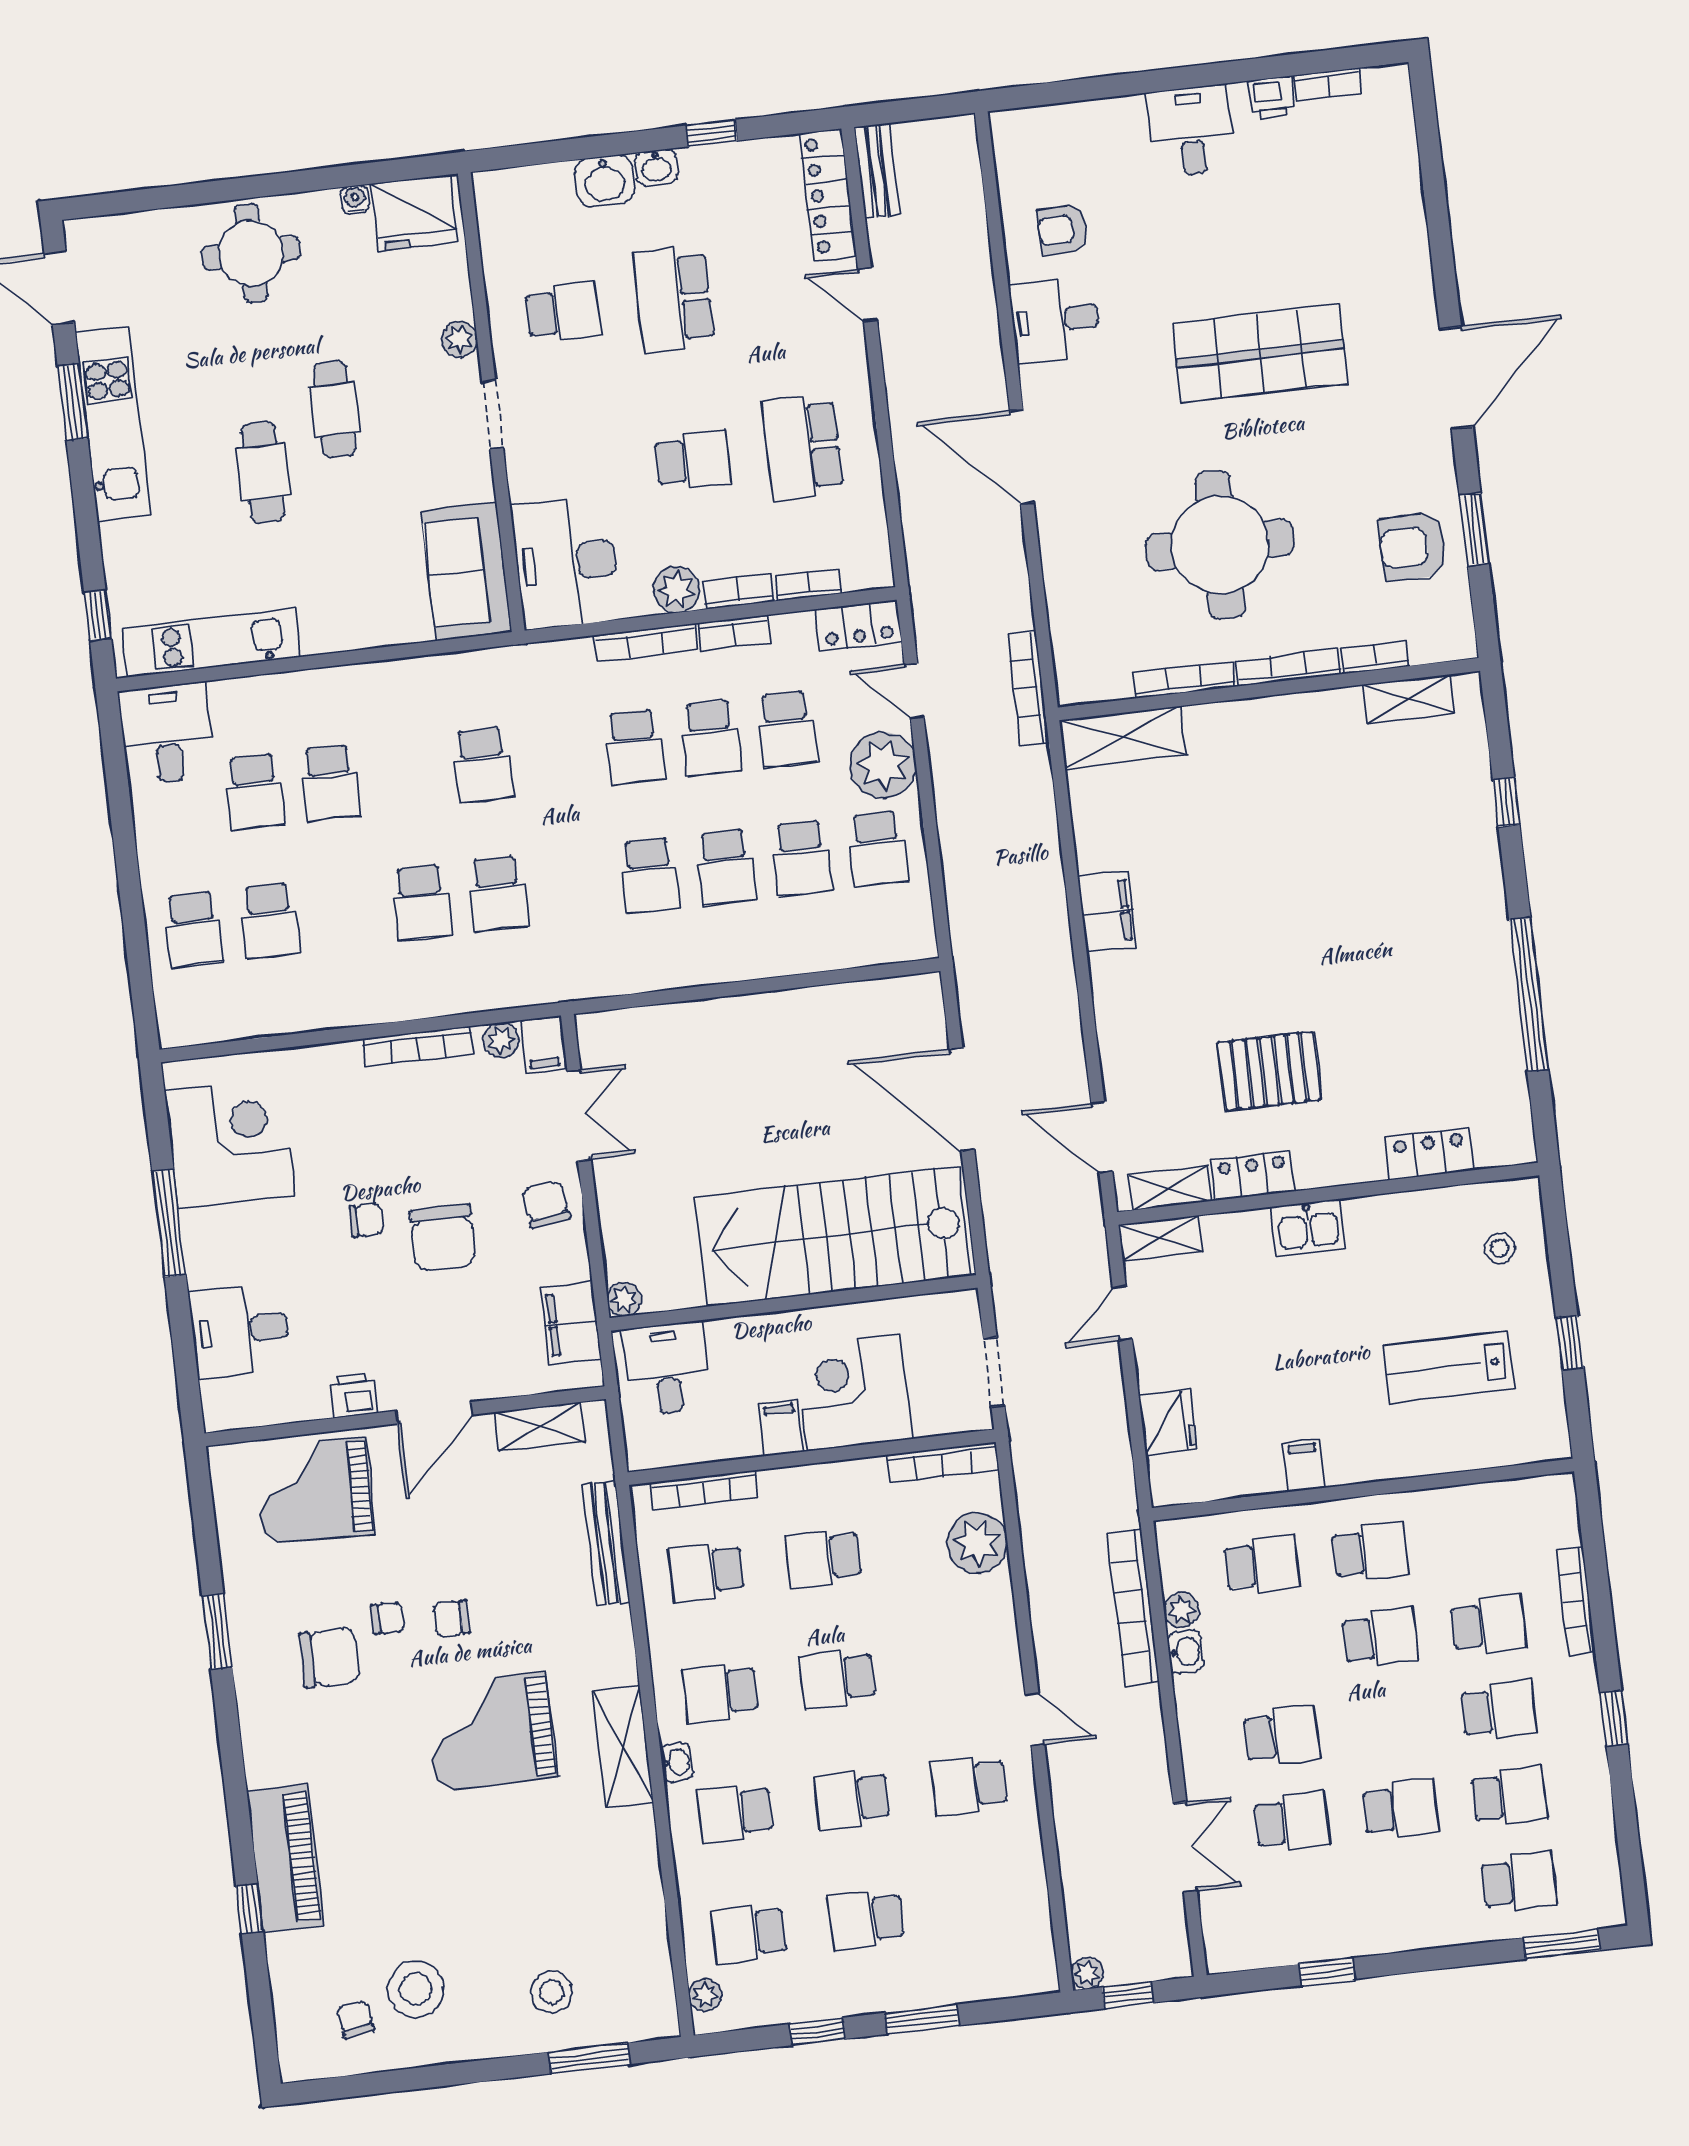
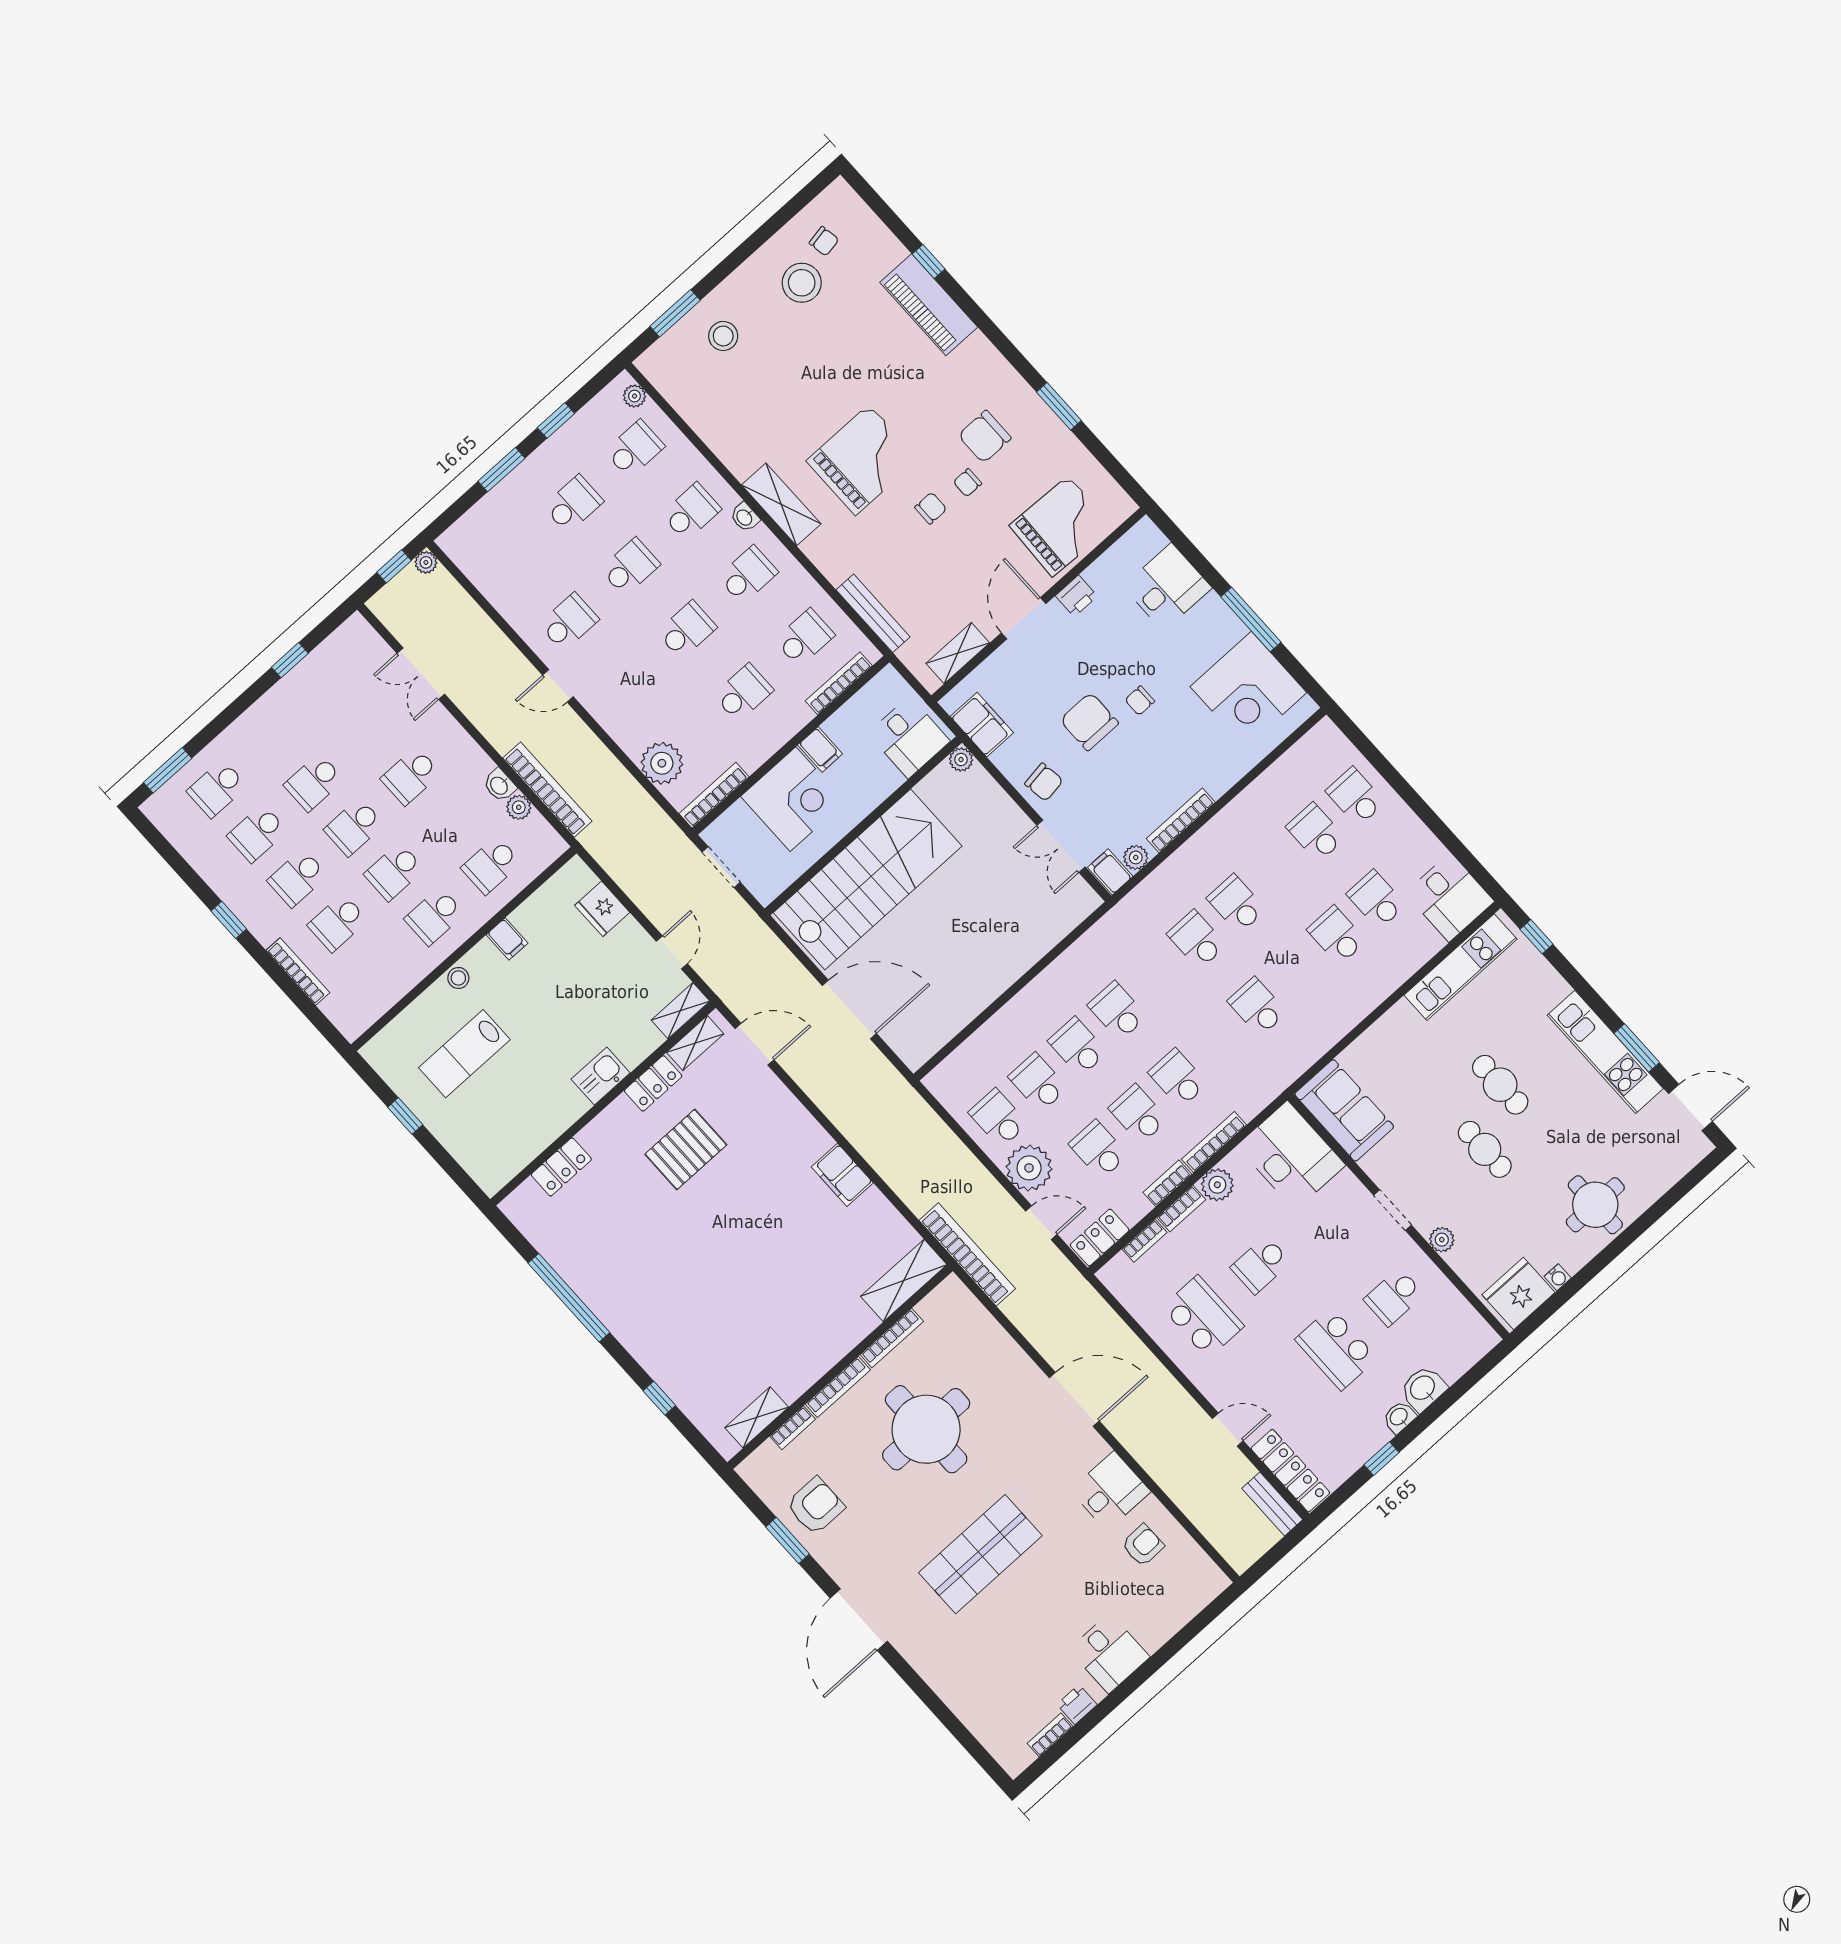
school desk: (673, 299) -> (1336, 1349), turned 180
bookcase: (1028, 688) -> (967, 1254), width x1.48, depth x1.31
stool: (1500, 1248) -> (458, 978), moved
lab bench: (1449, 1367) -> (464, 1054), turned 180
school desk: (1292, 1822) -> (354, 827), moved

